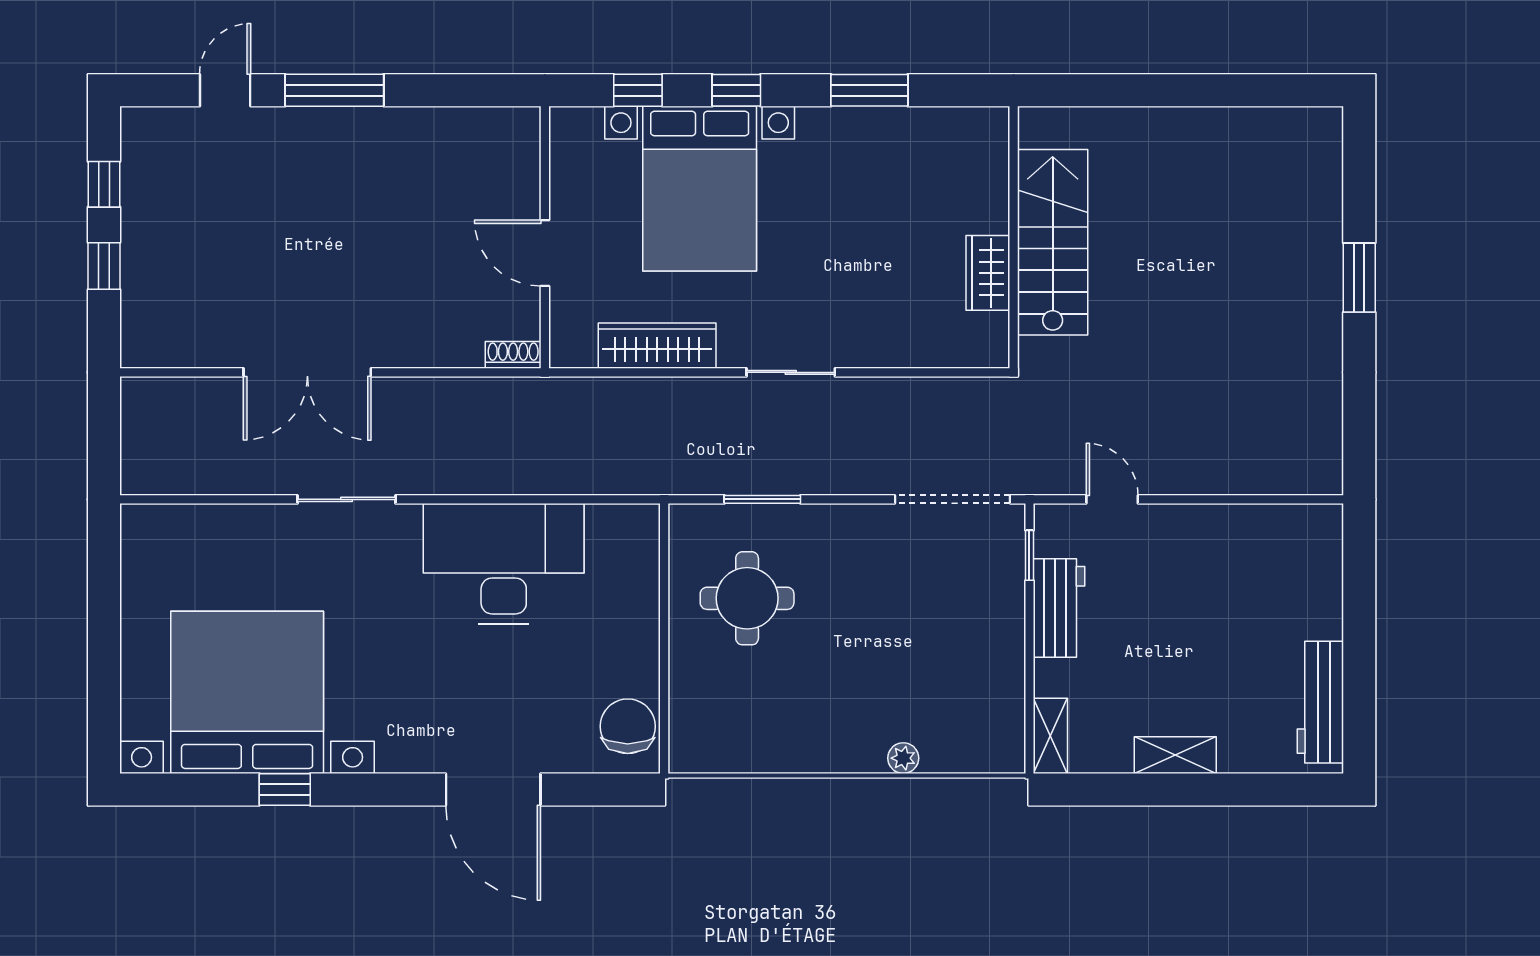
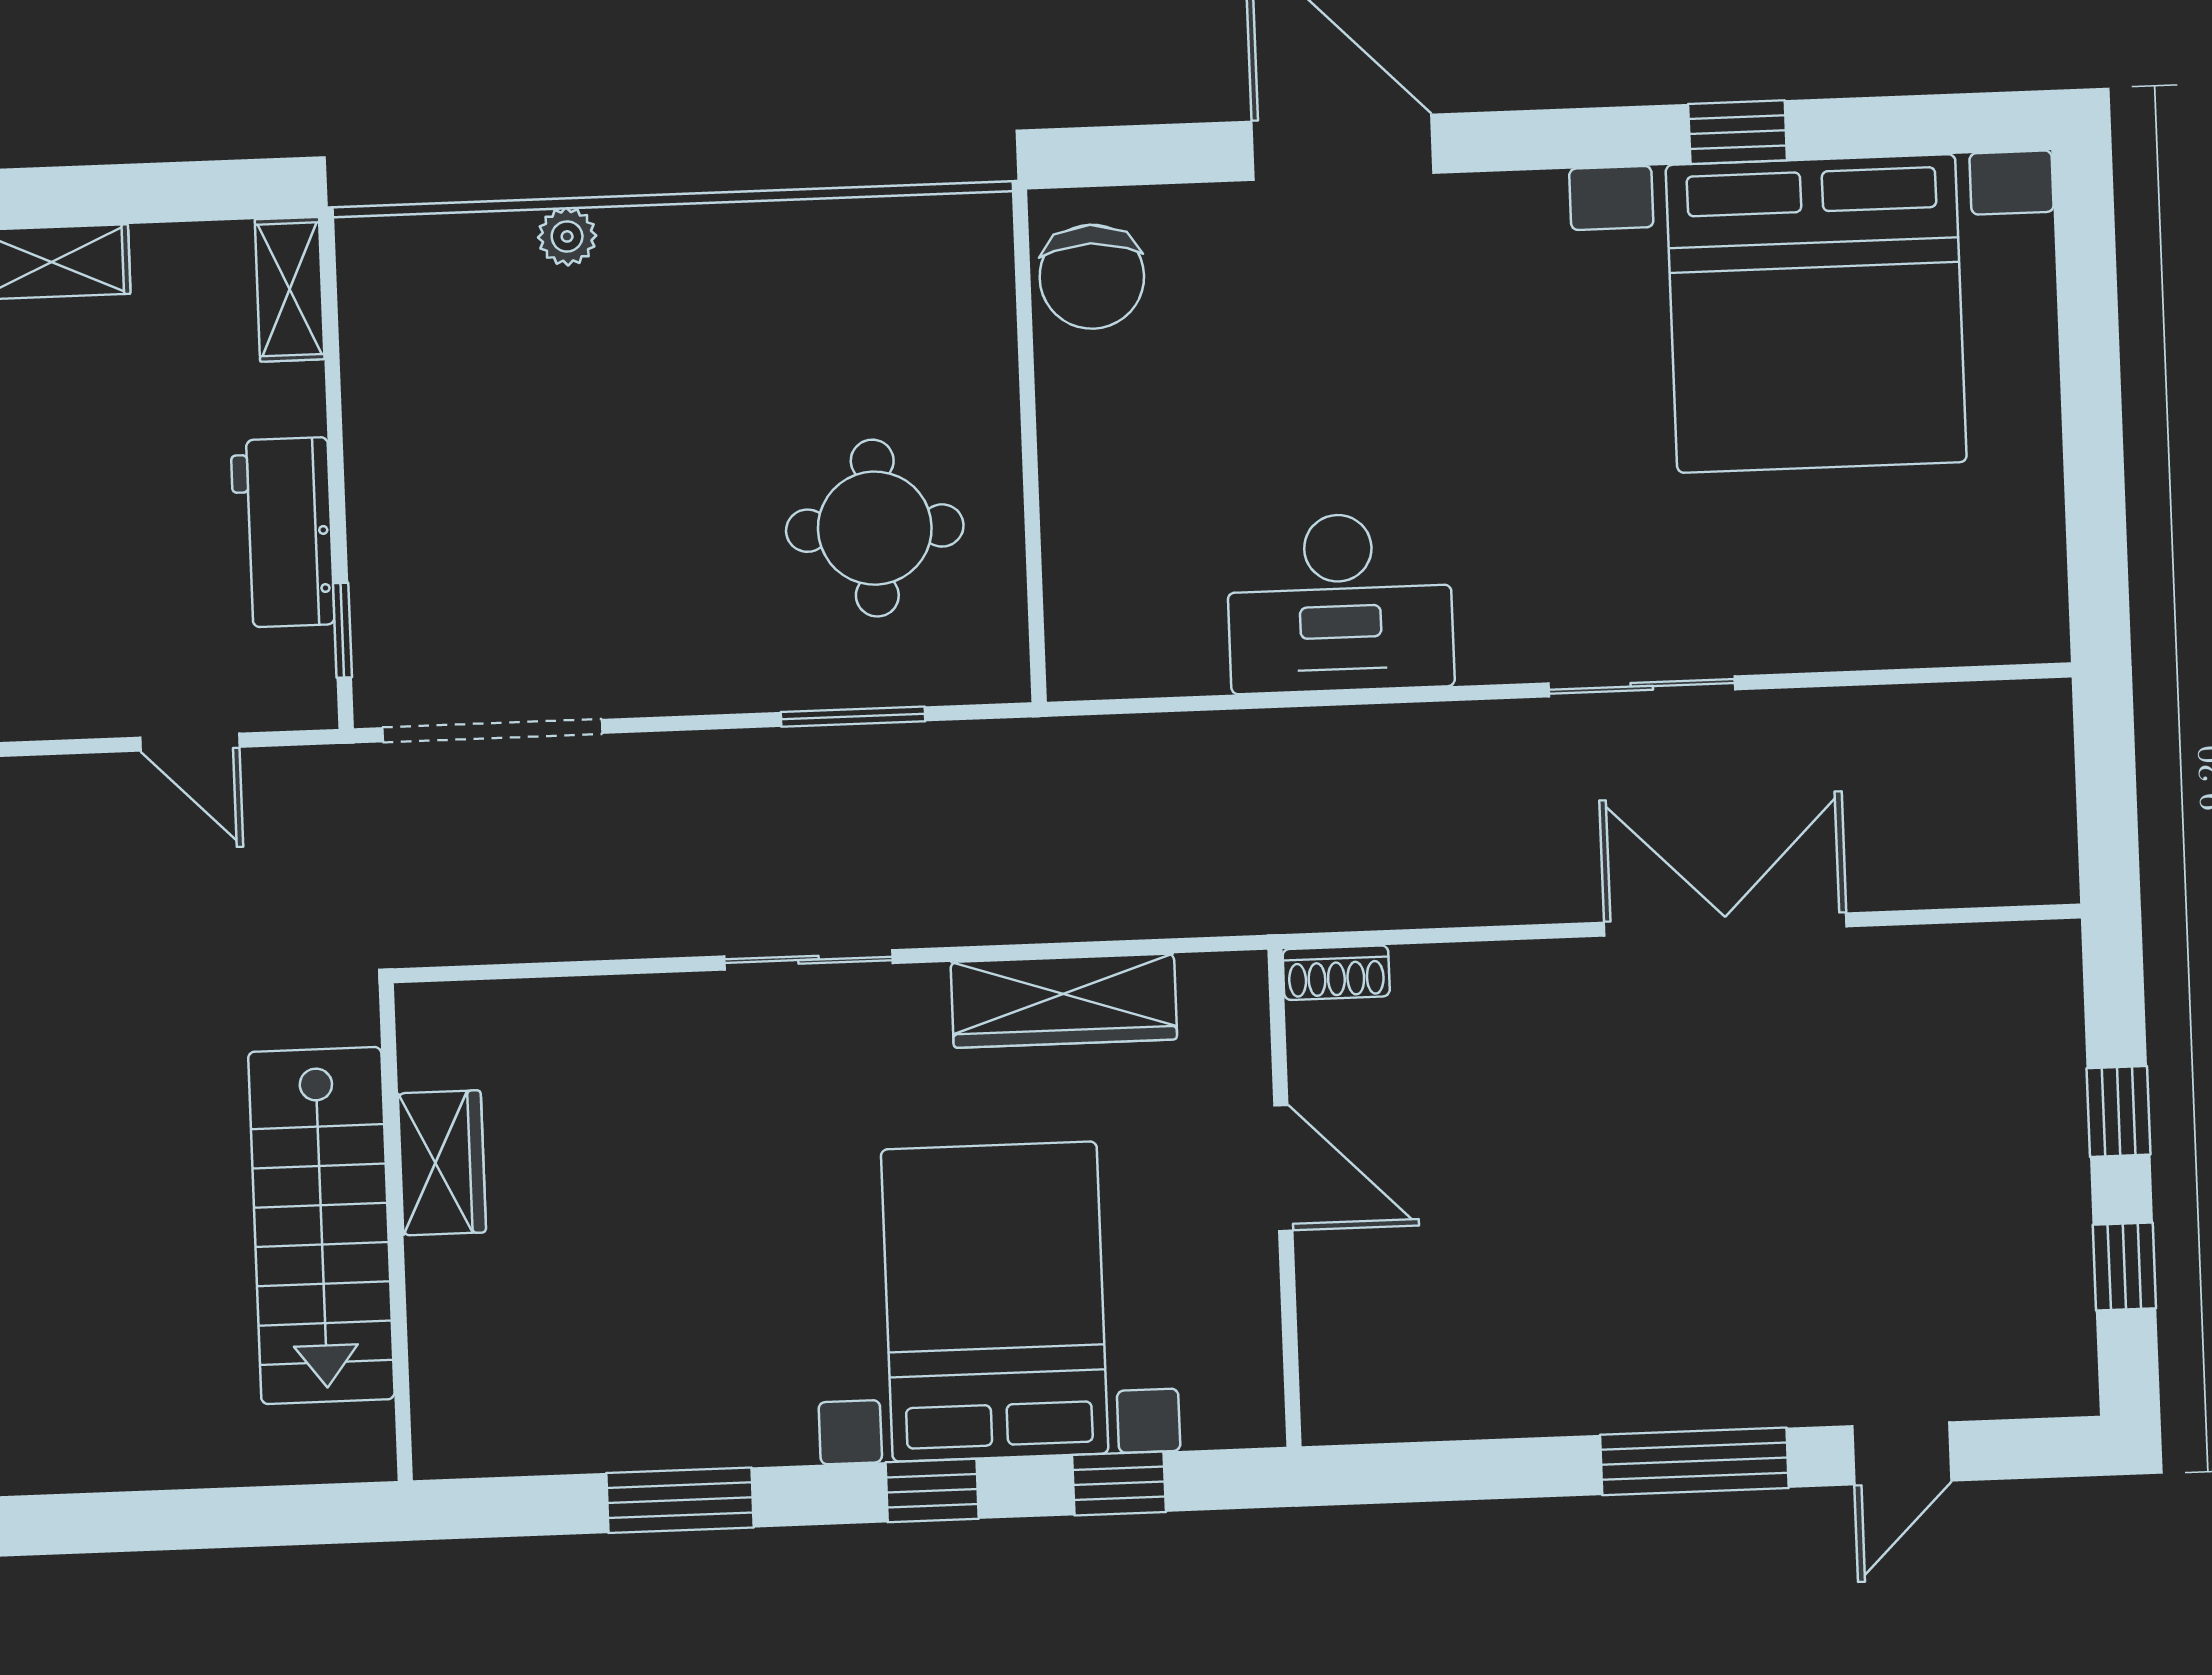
desk: (504, 564) -> (1340, 603), width x0.73, depth x0.77

